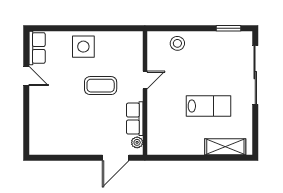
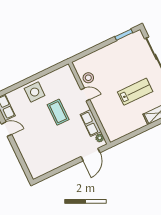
stool: (177, 43) -> (88, 78), moved
door: (145, 80) -> (85, 95), hinge flipped
coffee table: (101, 86) -> (58, 112), turned 90

